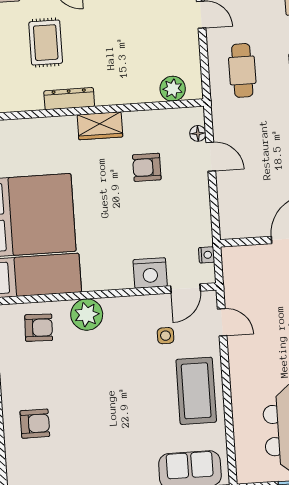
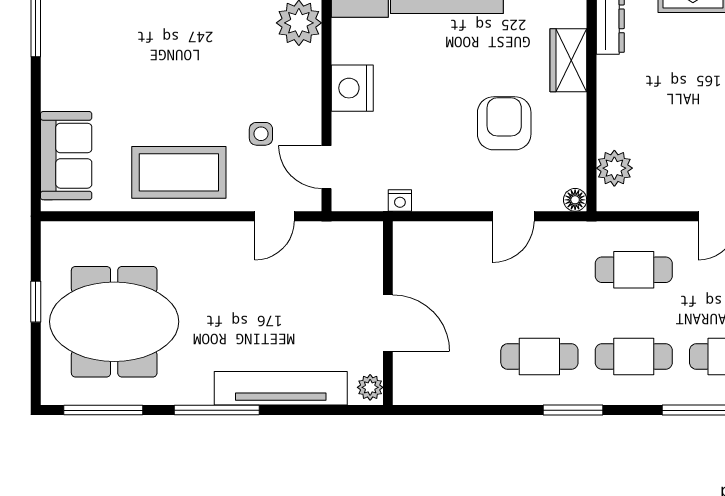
floor lamp: (198, 133) -> (575, 200), moved
armchair: (147, 167) -> (504, 123), width x1.38, depth x1.38
nightstand: (207, 255) -> (400, 201), moved
nightstand: (150, 273) -> (352, 88), moved

